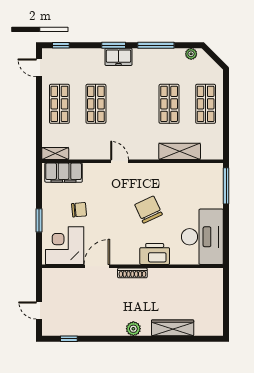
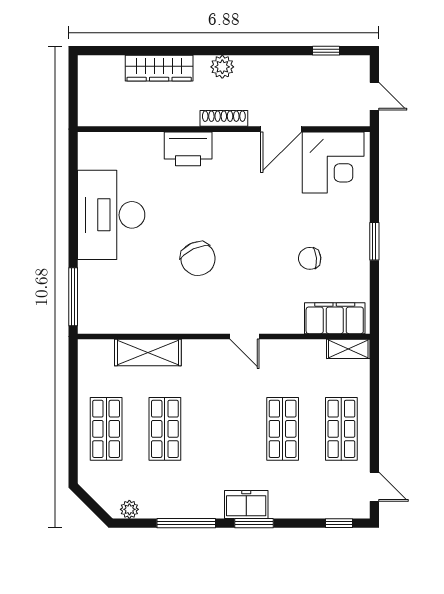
corner desk: (65, 246) -> (333, 162), moved
printer: (155, 254) -> (188, 149), moved
door: (97, 266) -> (281, 129), moved
wall: (132, 266) -> (224, 129), moved
shoe rack: (132, 273) -> (224, 118), moved

